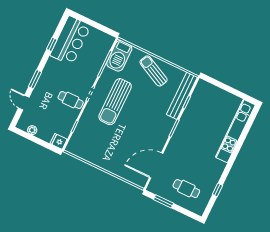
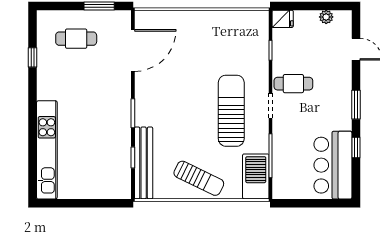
window: (35, 79) -> (356, 105), moved

